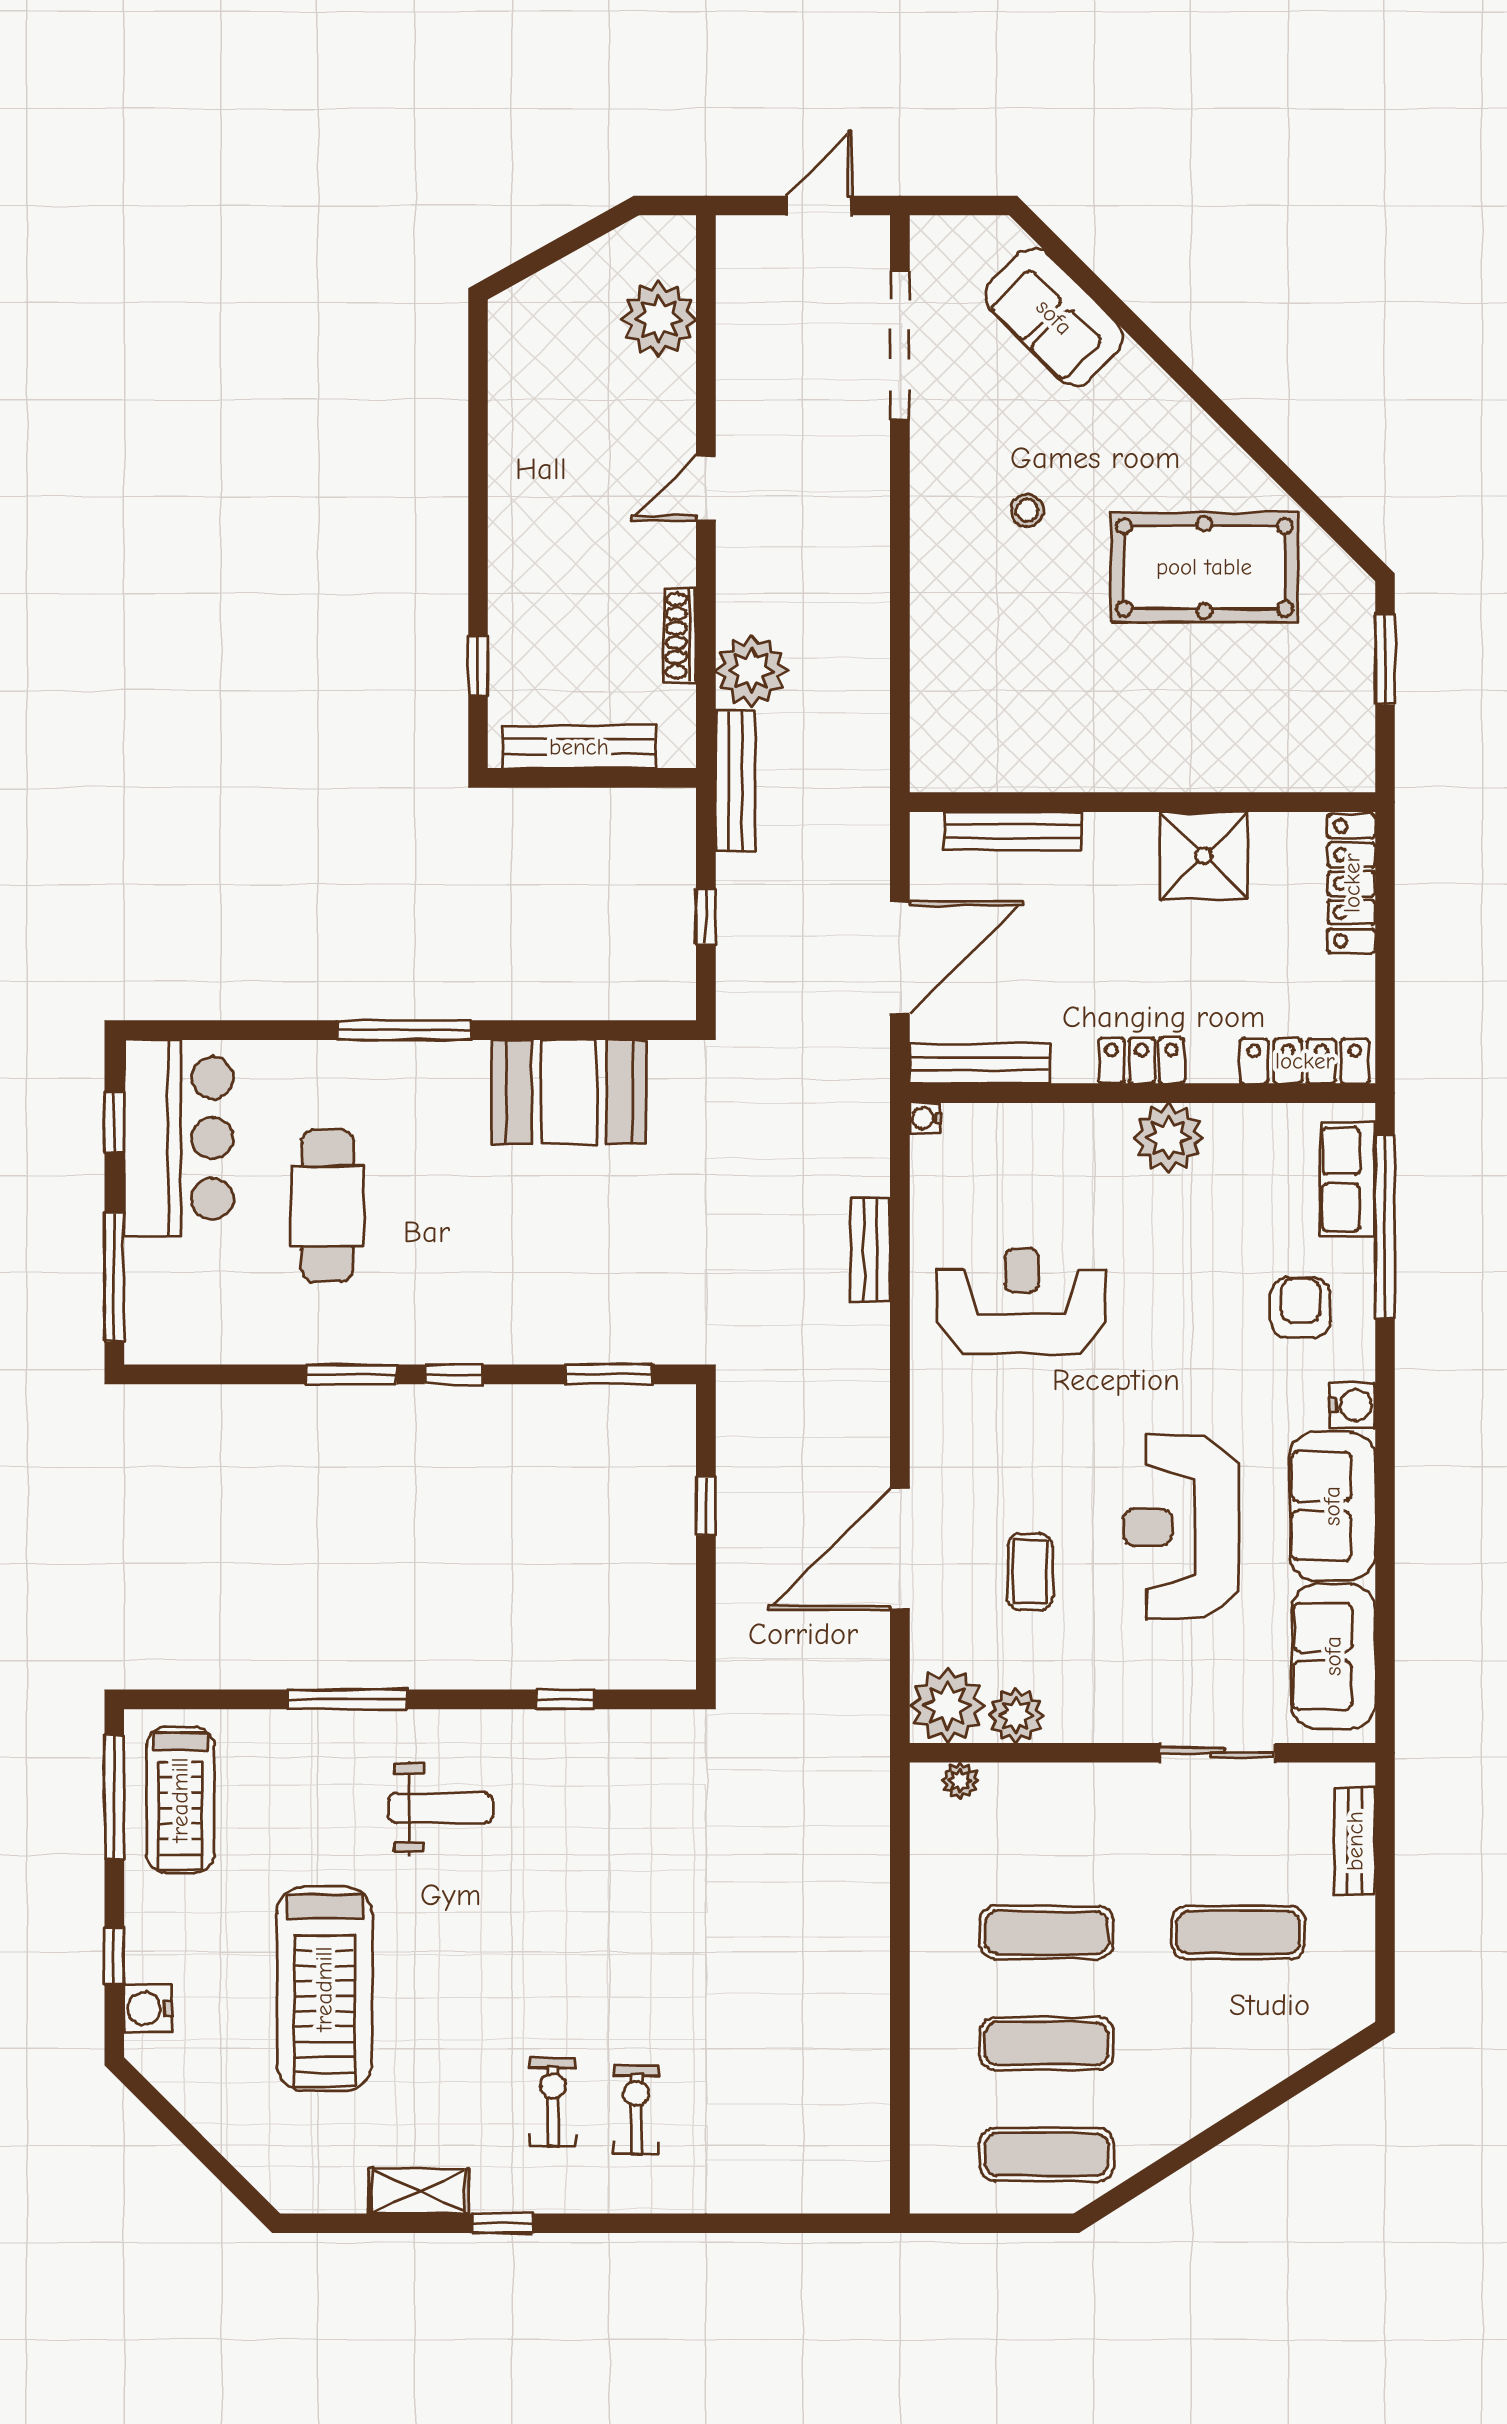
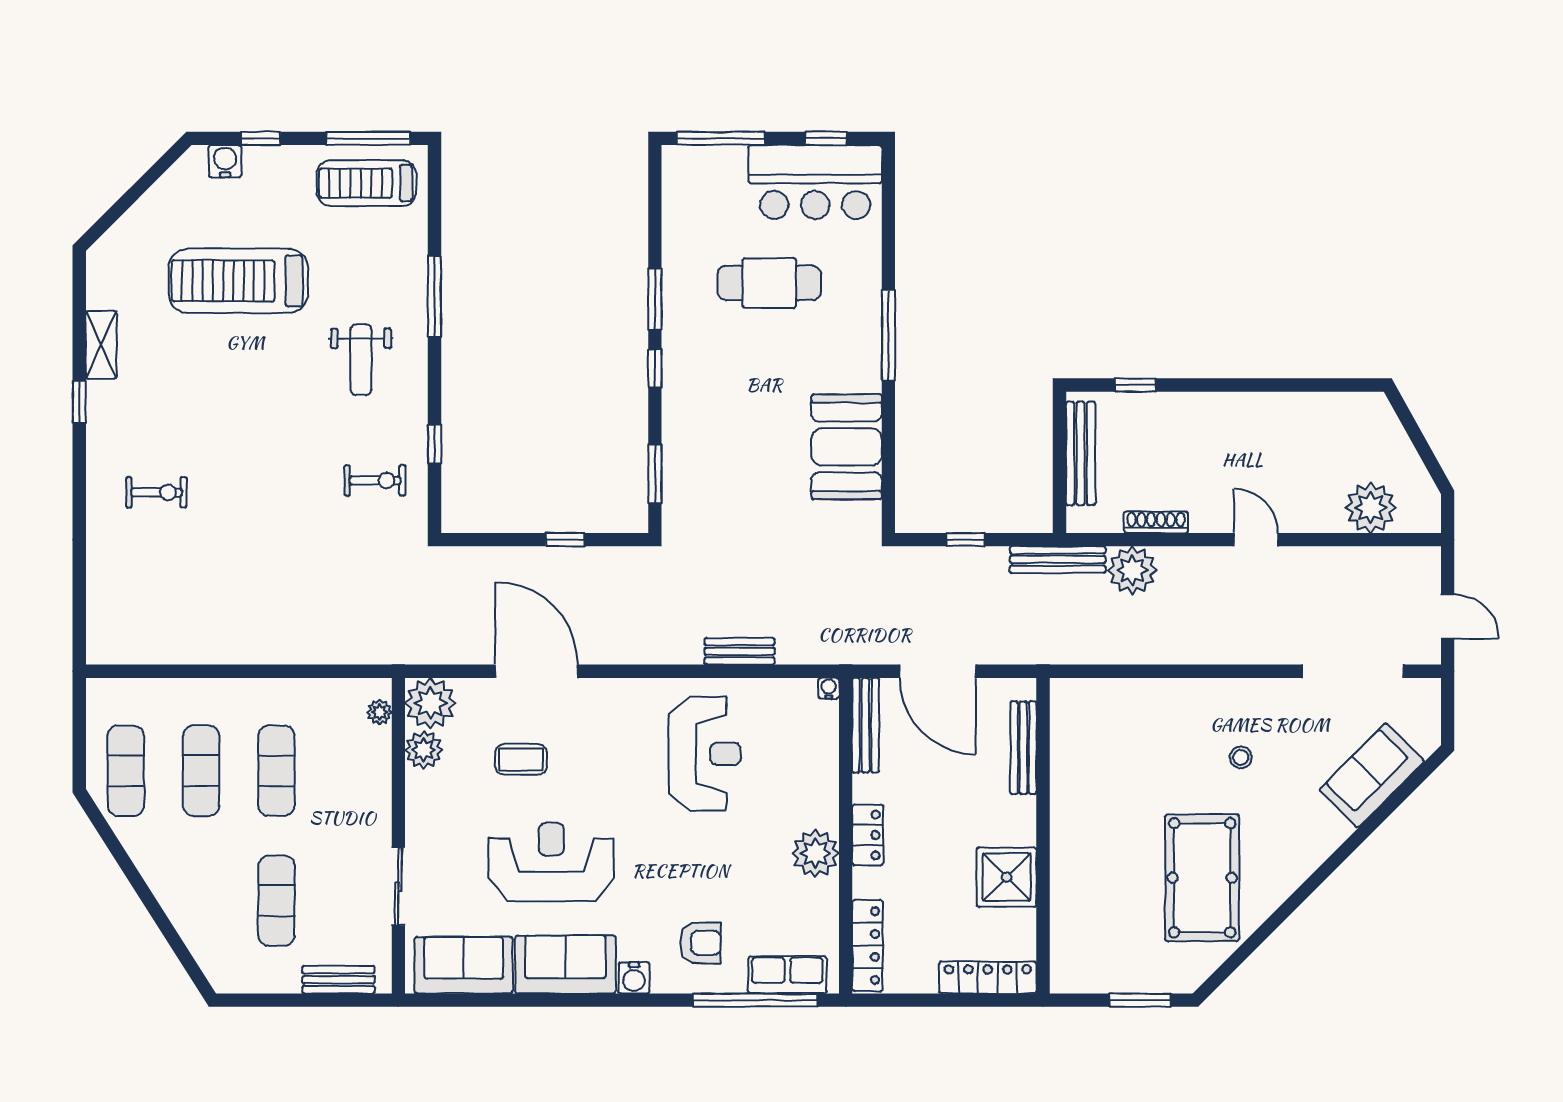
exercise bike: (553, 2102) -> (375, 480), moved

